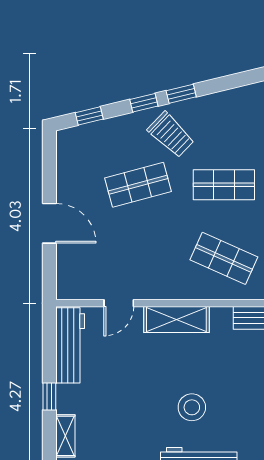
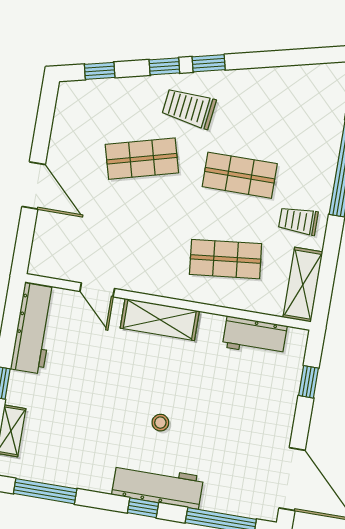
trolley: (171, 135) -> (189, 108), turned 143
shop shelf: (224, 258) -> (226, 259), turned -30
door: (119, 303) -> (97, 290), hinge flipped
stool: (192, 407) -> (160, 423), width x0.53, depth x0.53

